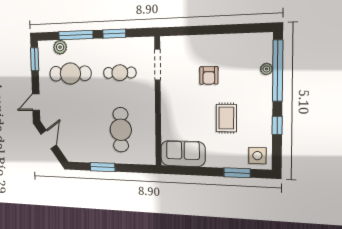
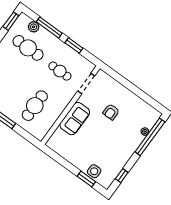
rug: (226, 118) -> (103, 143), removed
window: (277, 125) -> (122, 176), moved
sofa: (183, 154) -> (75, 119), moved, turned 90
side table: (257, 156) -> (94, 171), moved

